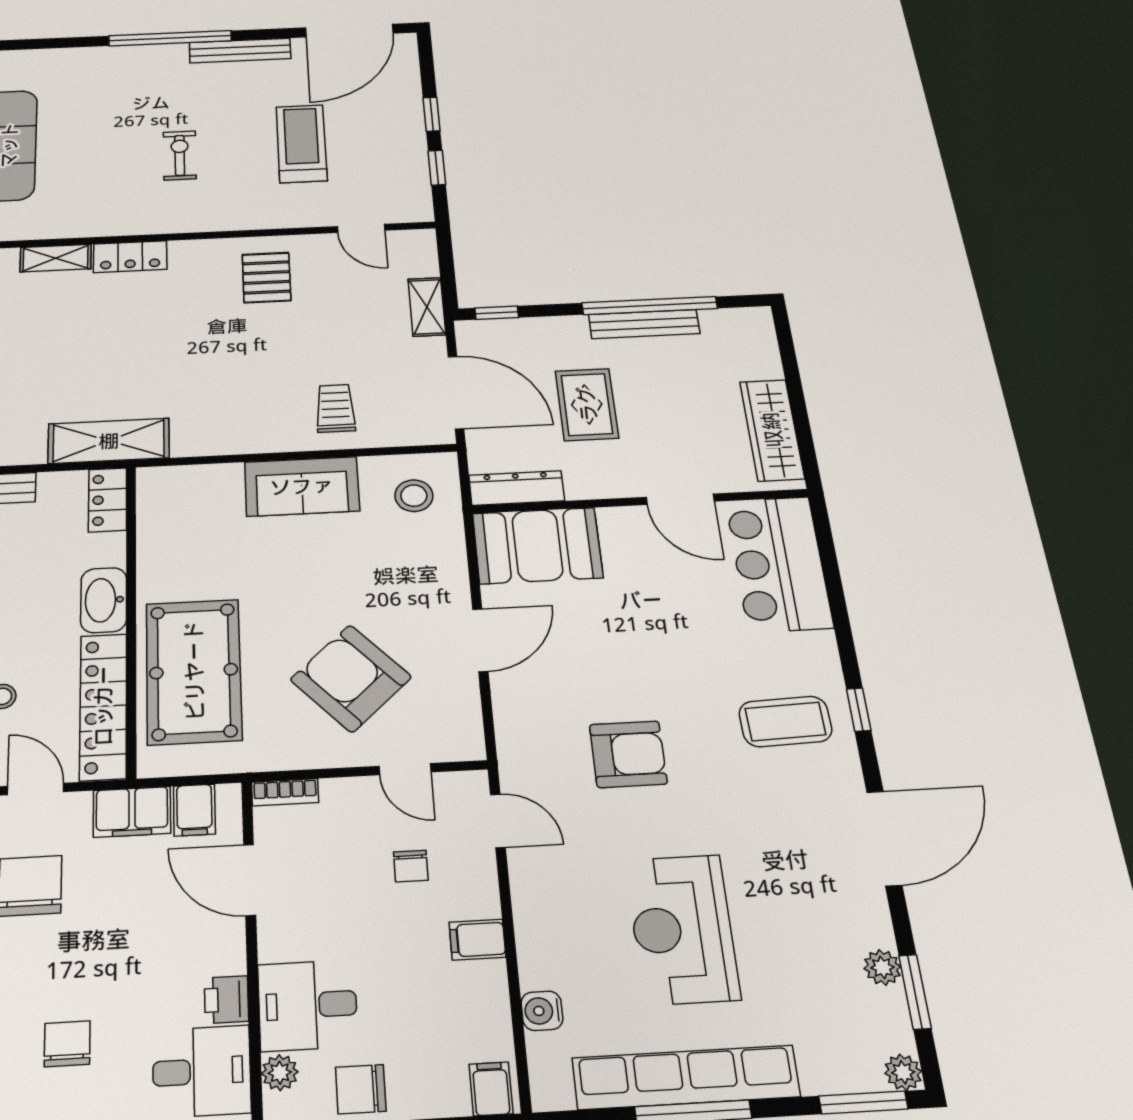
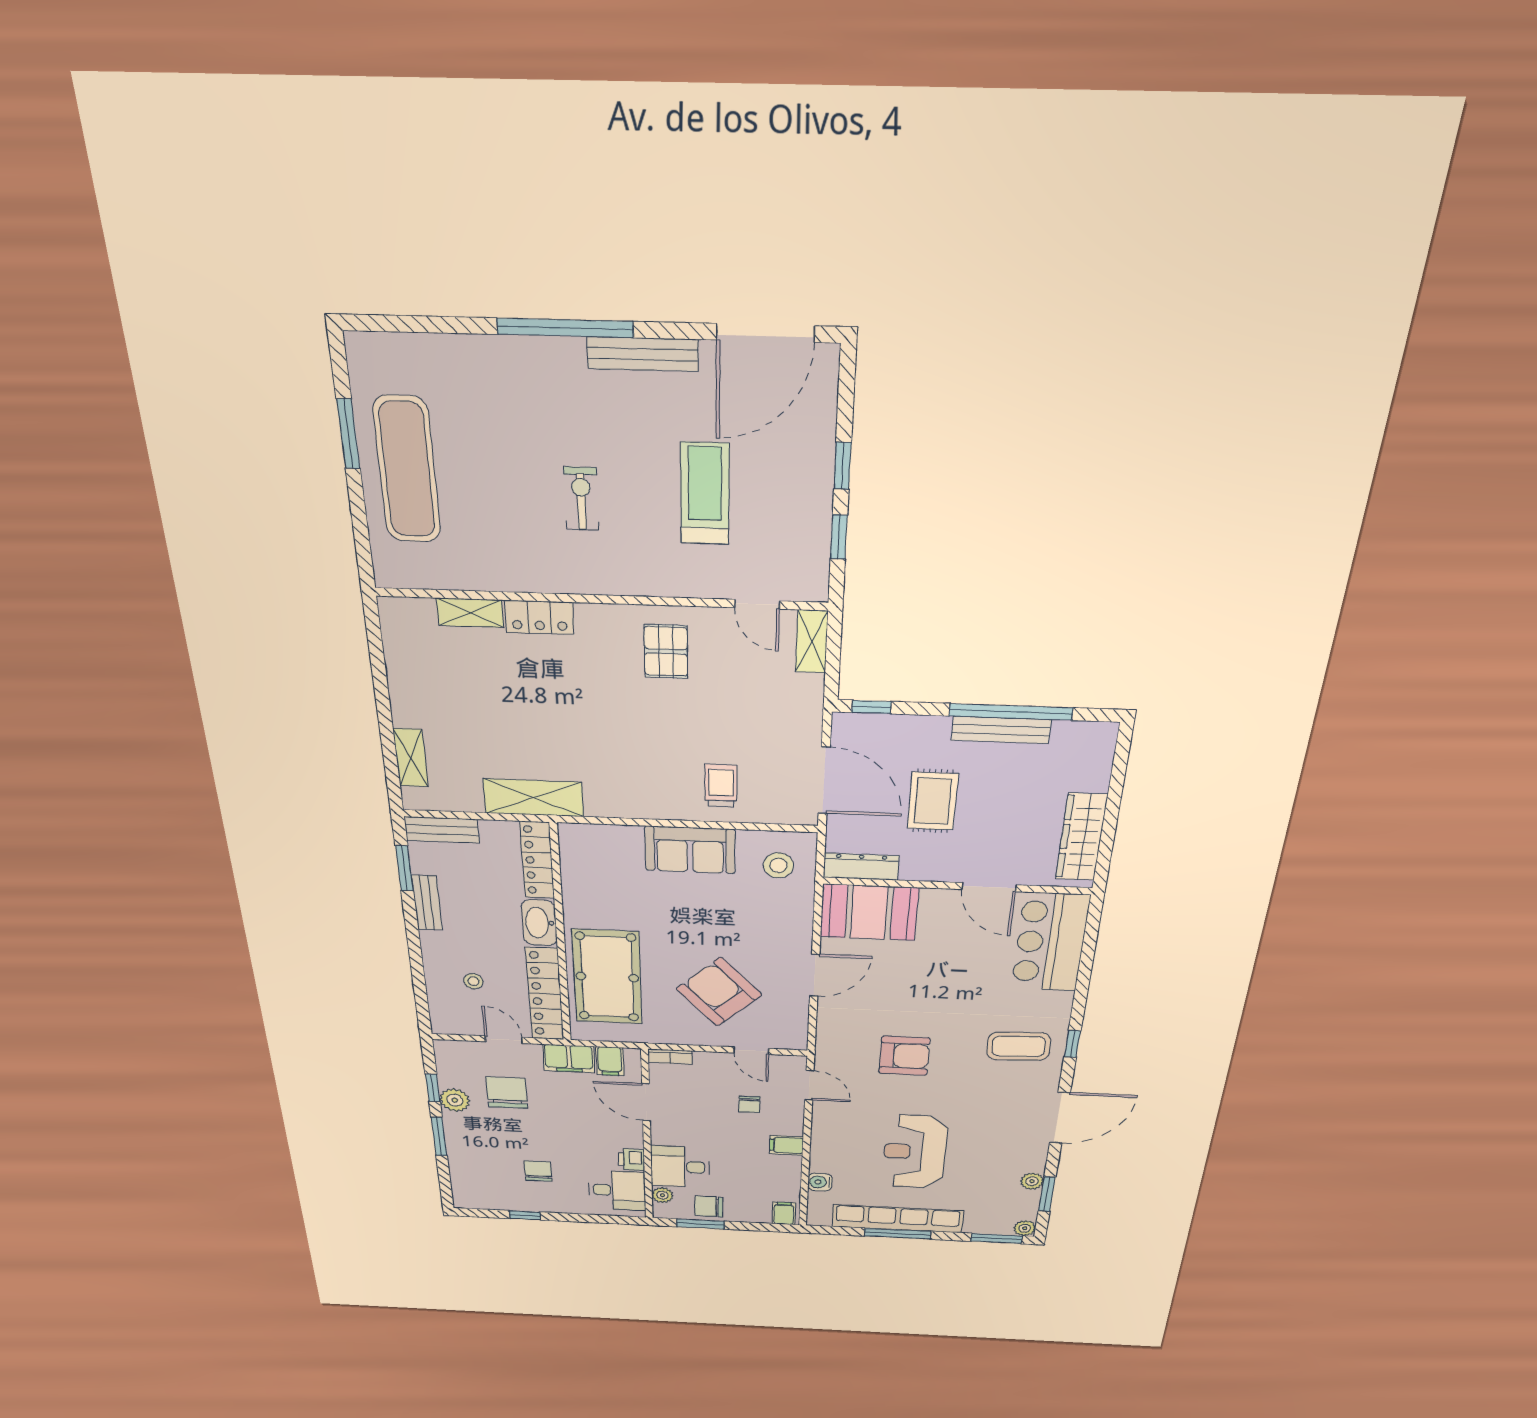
shelving: (427, 307) -> (812, 641), moved
locker: (108, 500) -> (537, 860), width x1.53

